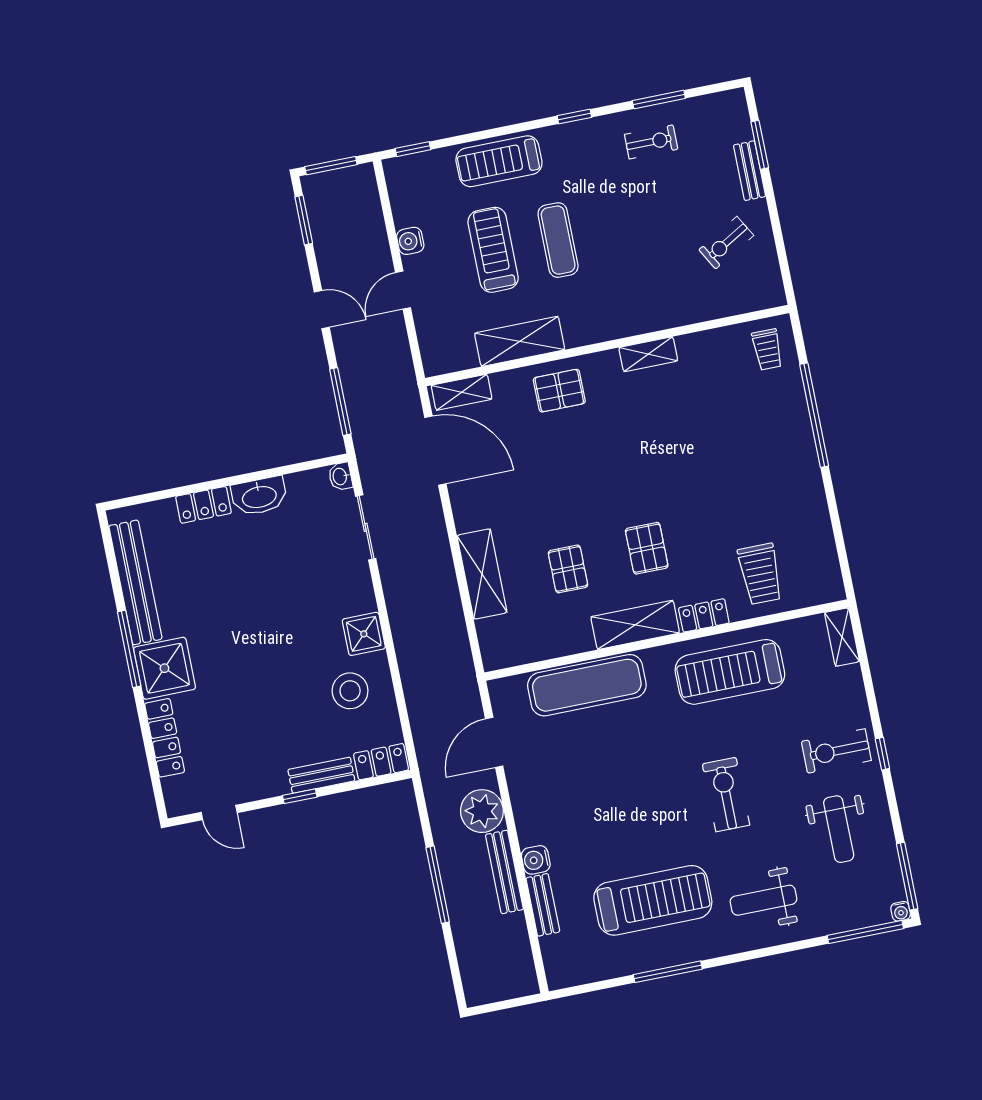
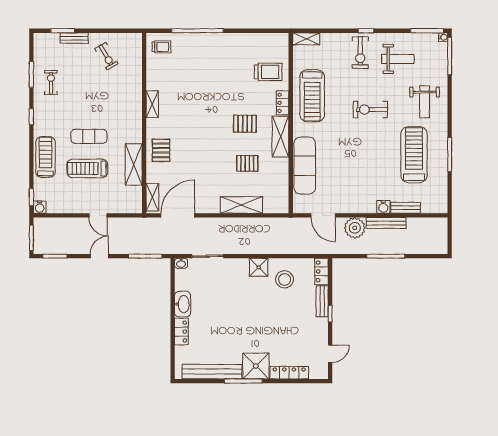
treadmill: (499, 161) -> (46, 157), turned 180
water cooler: (410, 241) -> (40, 207), moved

